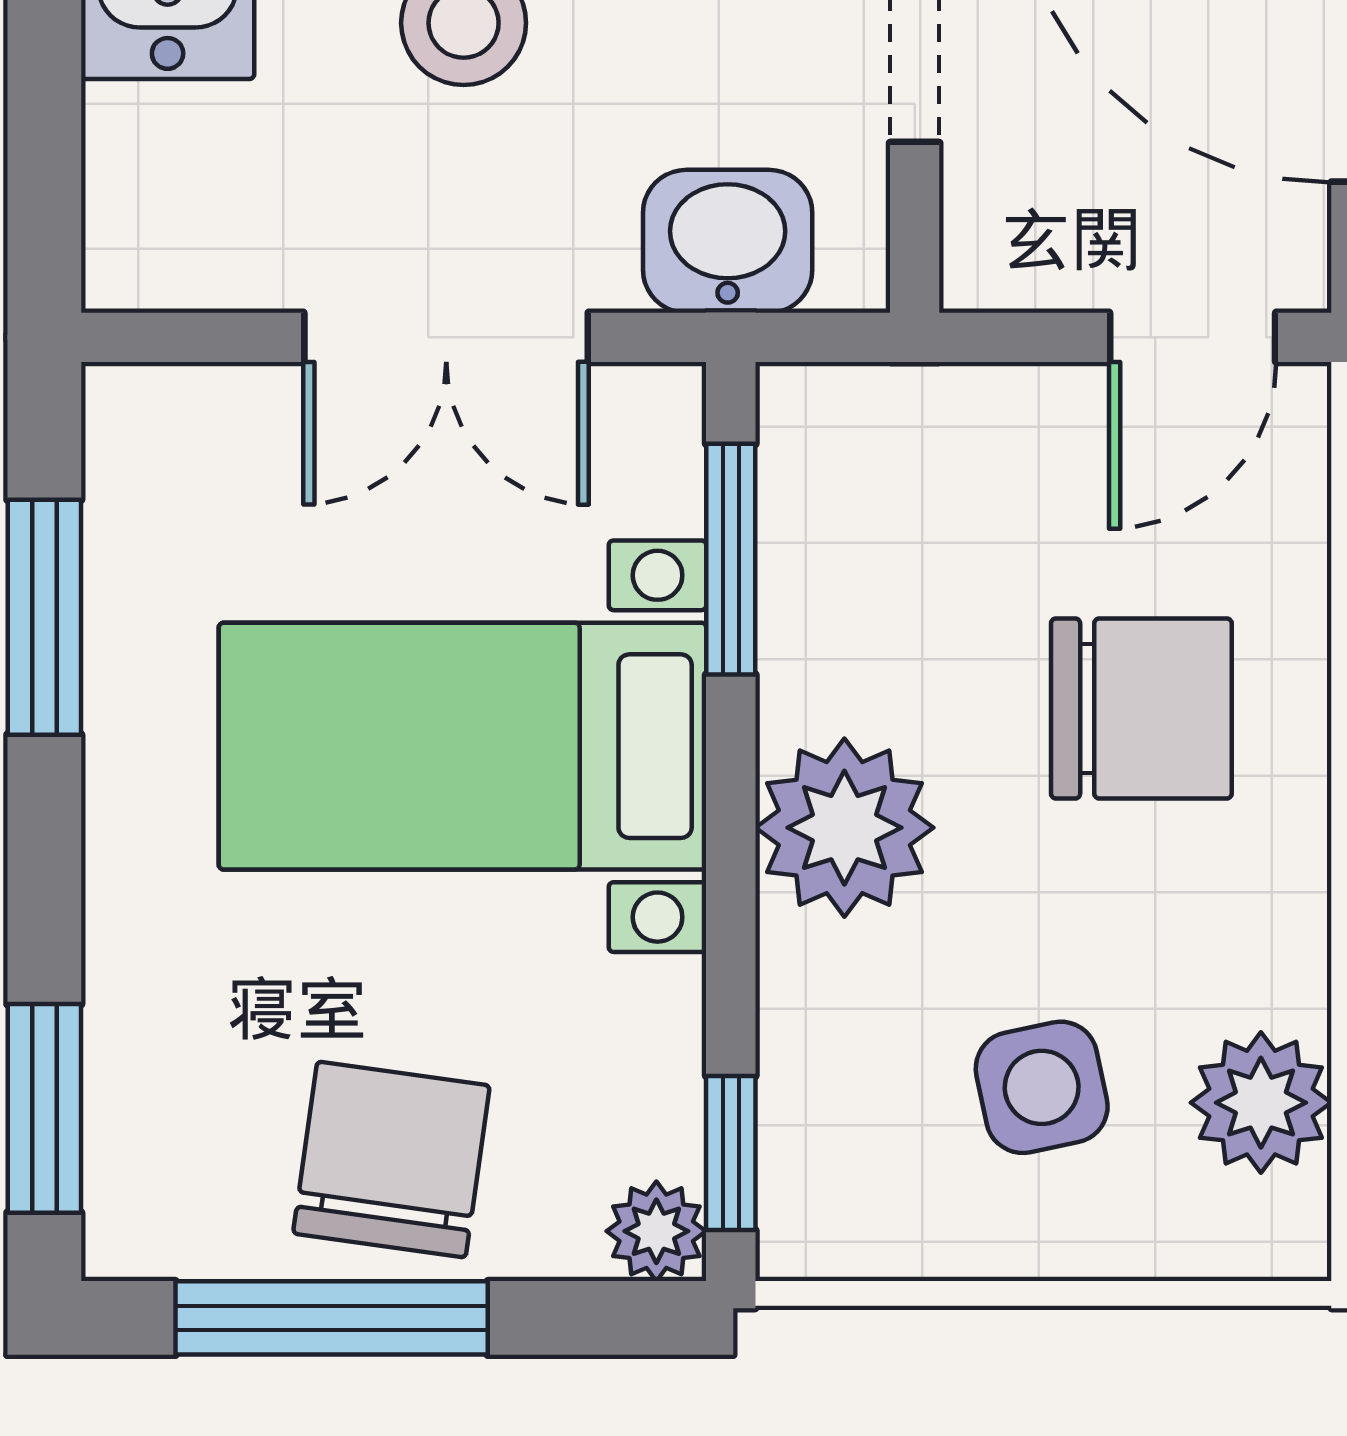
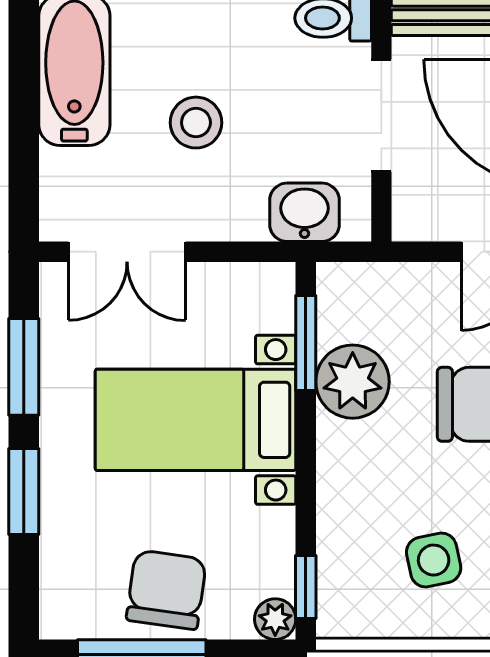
double door: (446, 337) -> (127, 252), moved
plant: (844, 828) -> (353, 382), moved
window: (44, 1108) -> (24, 492), moved

